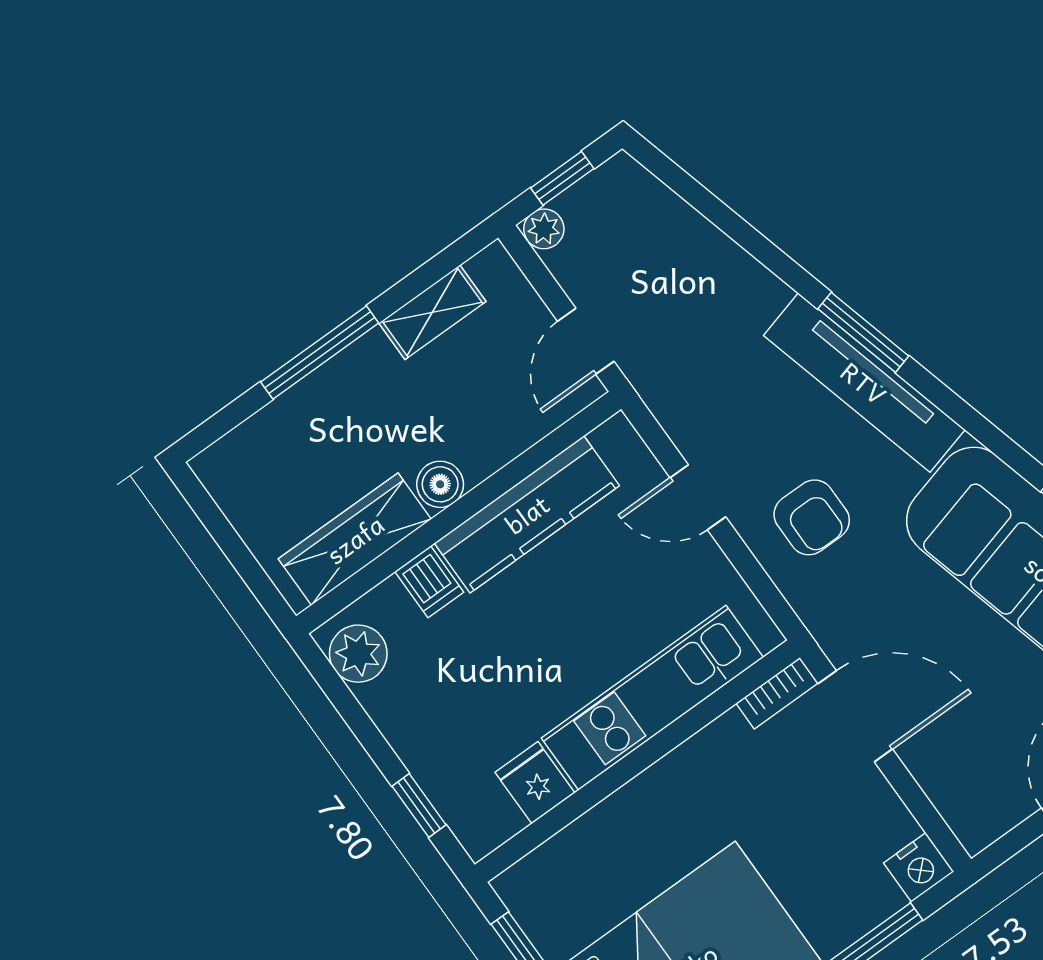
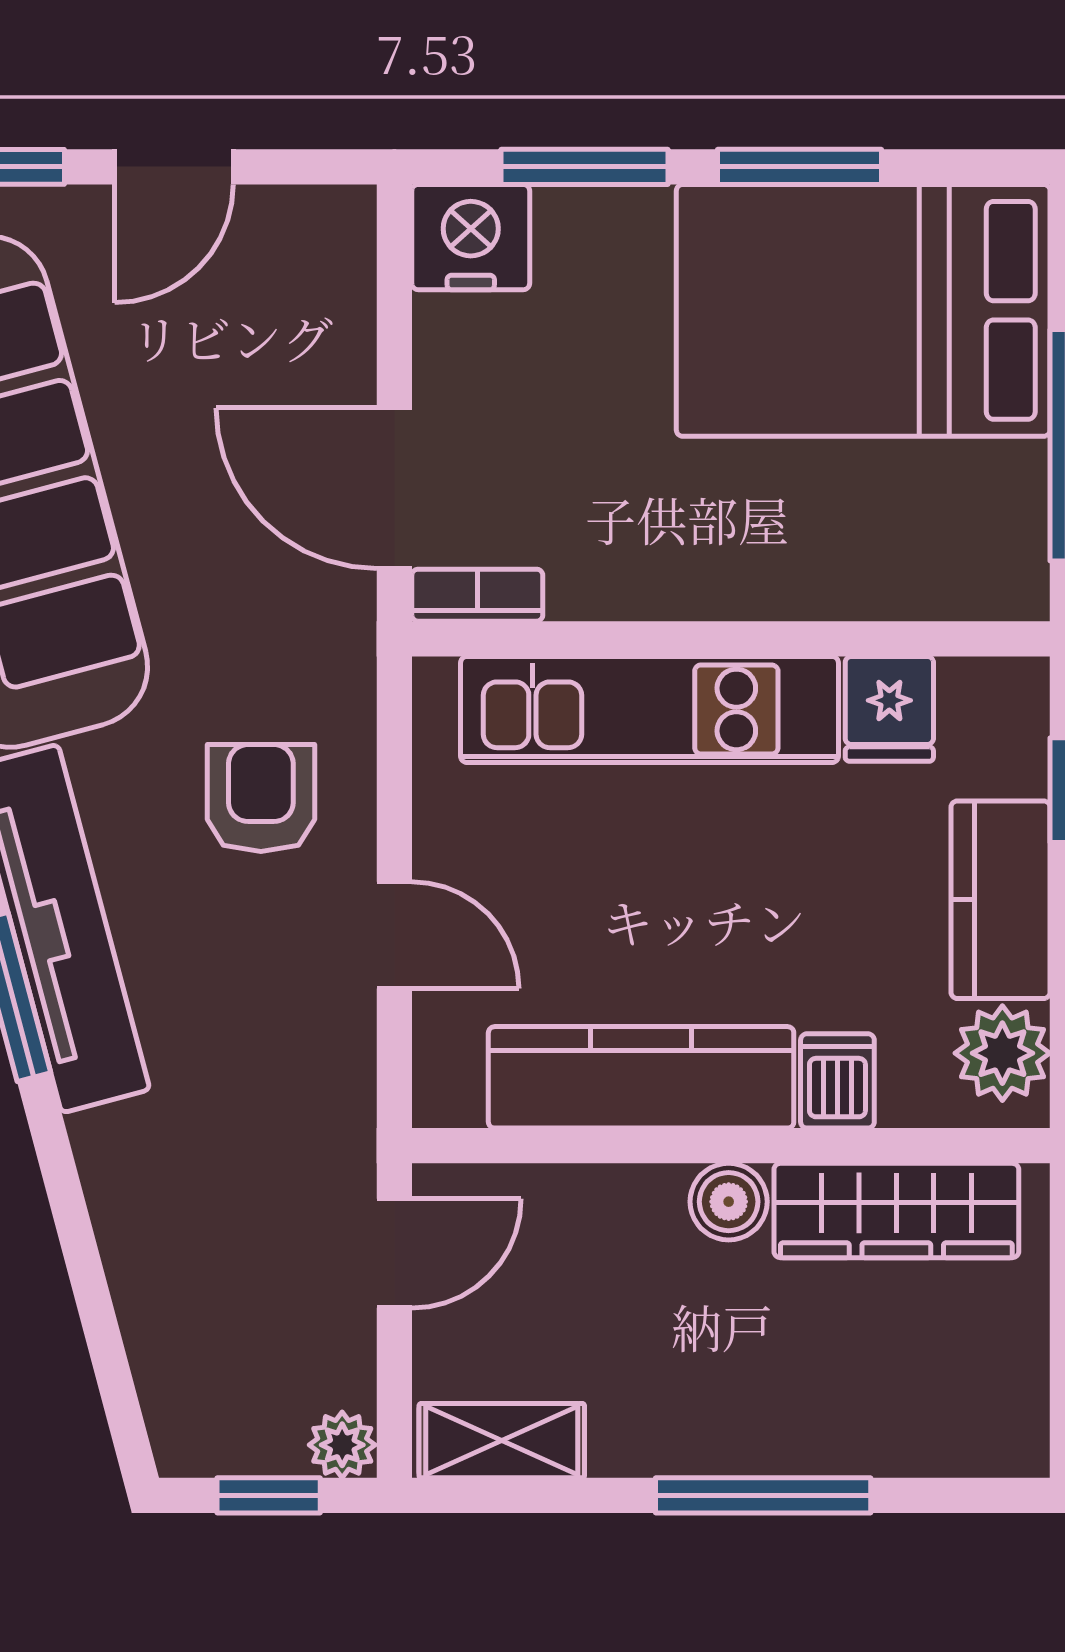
shelving: (432, 312) -> (502, 1441), moved
kitchen counter: (413, 728) -> (1001, 900), added
nightstand: (919, 867) -> (471, 237), width x1.36, depth x1.33

